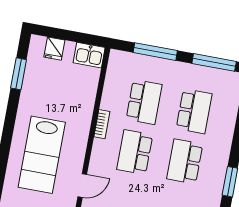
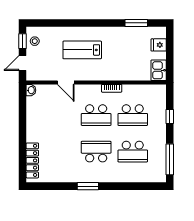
window: (155, 52) -> (170, 116), width x0.46
school desk: (135, 152) -> (96, 115), turned 180
lab bench: (42, 155) -> (82, 50), width x0.73, depth x0.72

